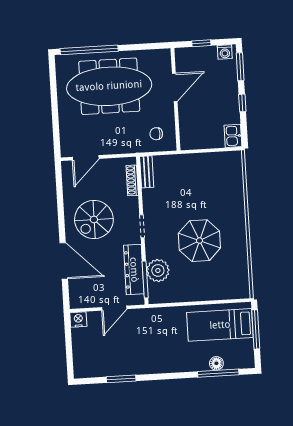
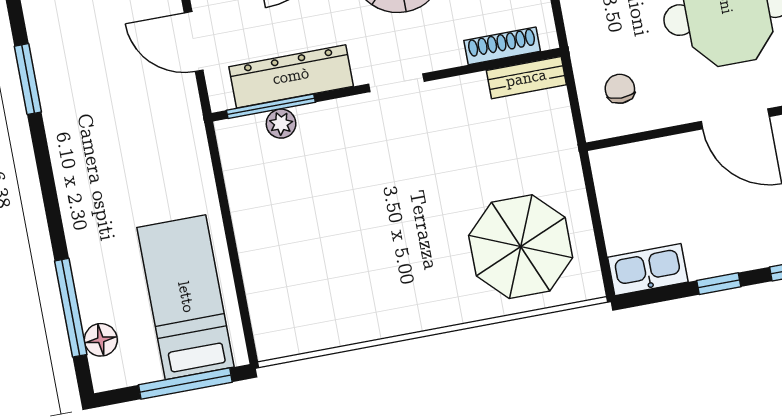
kitchen sink: (233, 136) -> (648, 270), width x1.38
parasol: (199, 241) -> (521, 247), moved
plant: (158, 271) -> (281, 124), width x0.53, depth x0.53
floor lamp: (216, 363) -> (101, 340), moved

